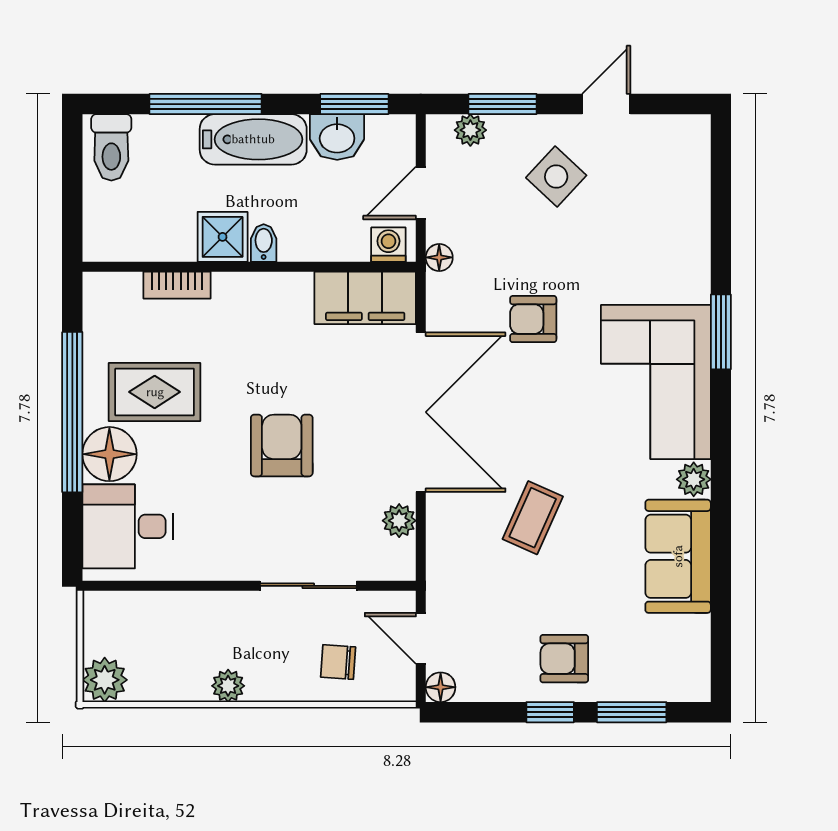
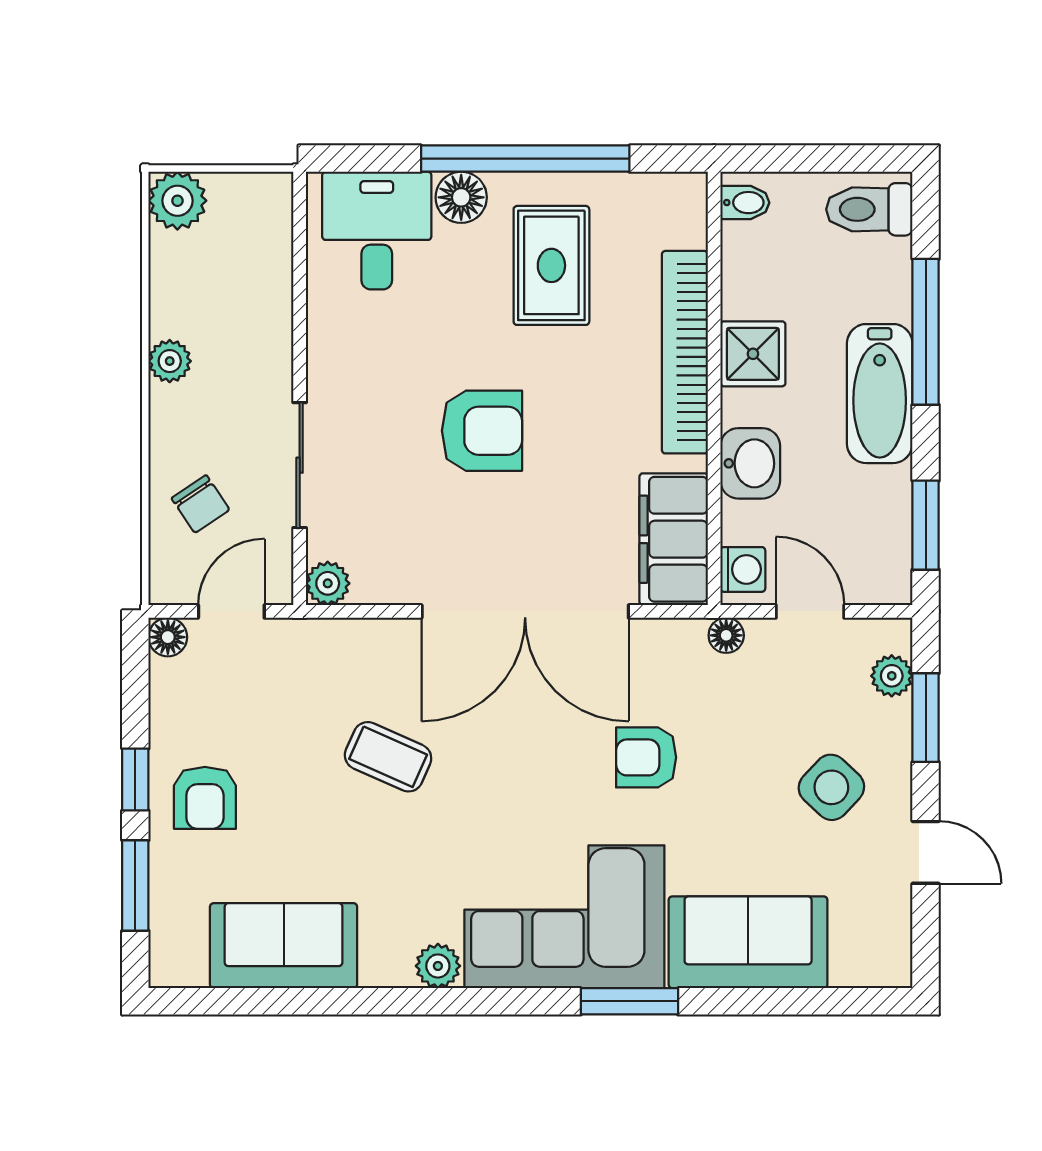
washbasin: (337, 137) -> (750, 463), moved, turned 180
sofa: (675, 241) -> (748, 942), added
bidet: (264, 243) -> (745, 203), moved
bookcase: (177, 285) -> (685, 352), width x2.31, depth x1.31
armchair: (533, 319) -> (646, 757), turned -90
floor lamp: (109, 454) -> (461, 197), width x0.73, depth x0.73
plant: (399, 521) -> (328, 583), moved
sofa: (678, 556) -> (284, 946), moved
armchair: (564, 659) -> (205, 798), turned 180
chair: (338, 662) -> (201, 504), turned 142

